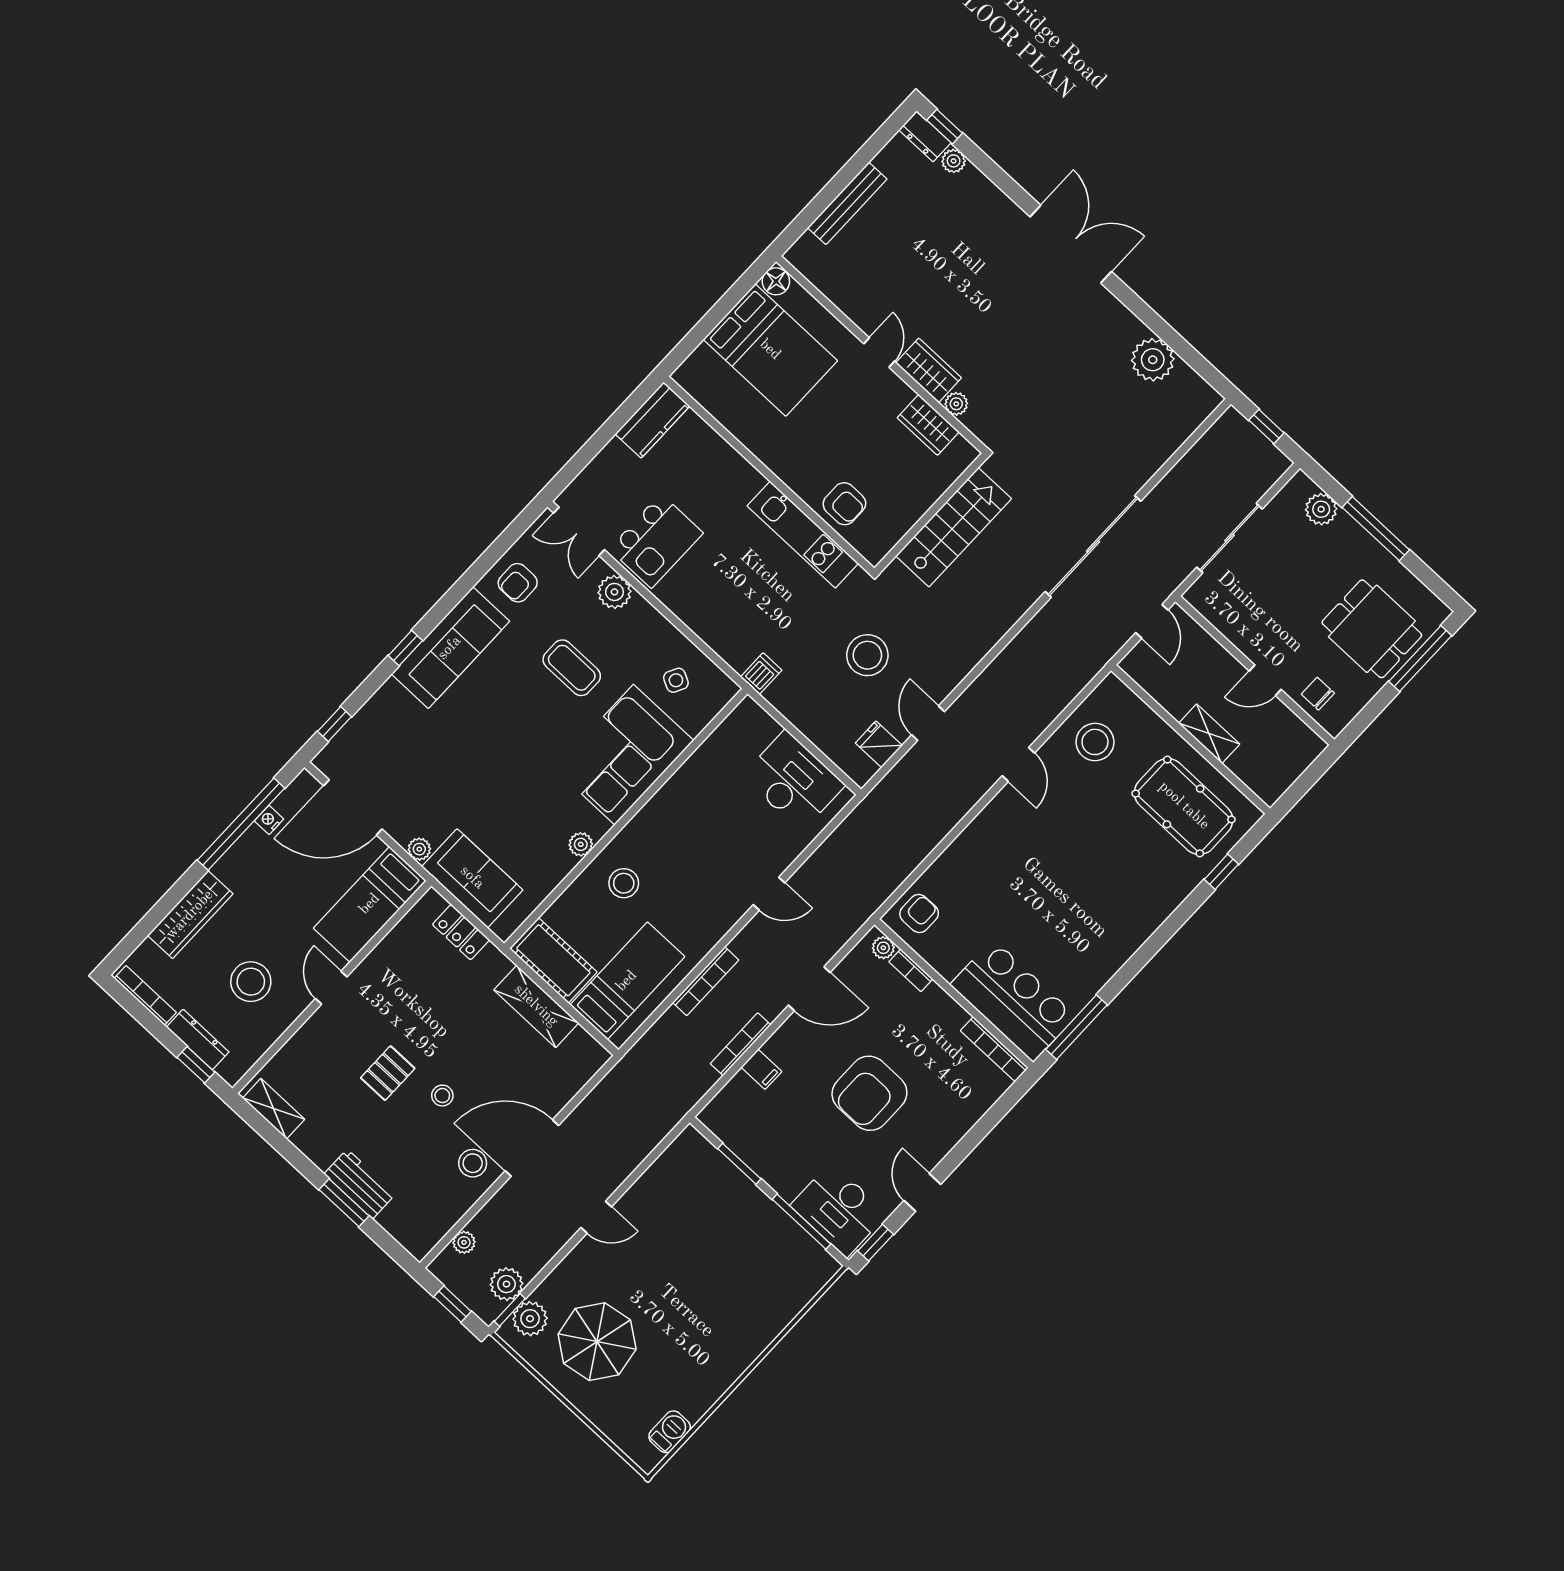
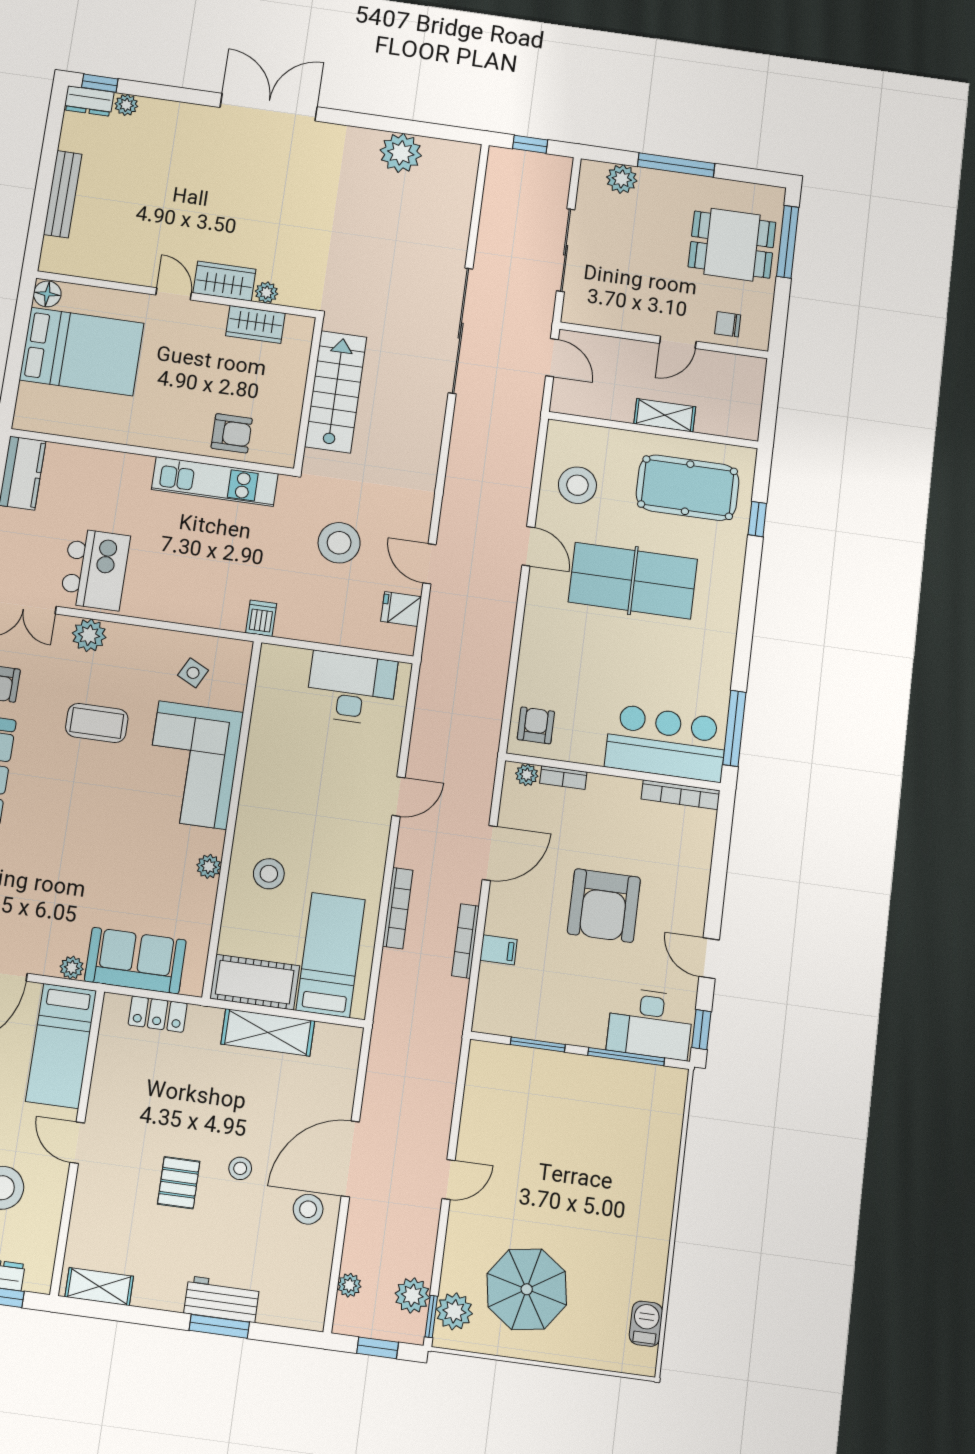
table tennis table: (1083, 851) -> (633, 581), added

